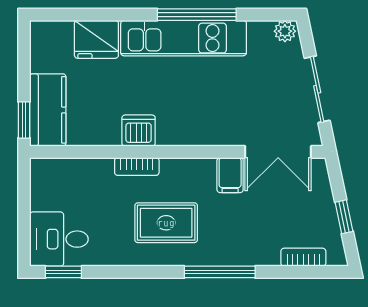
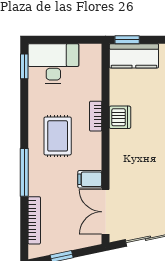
desk: (59, 239) -> (53, 63), width x1.37
bookcase: (303, 257) -> (34, 220), width x1.56

